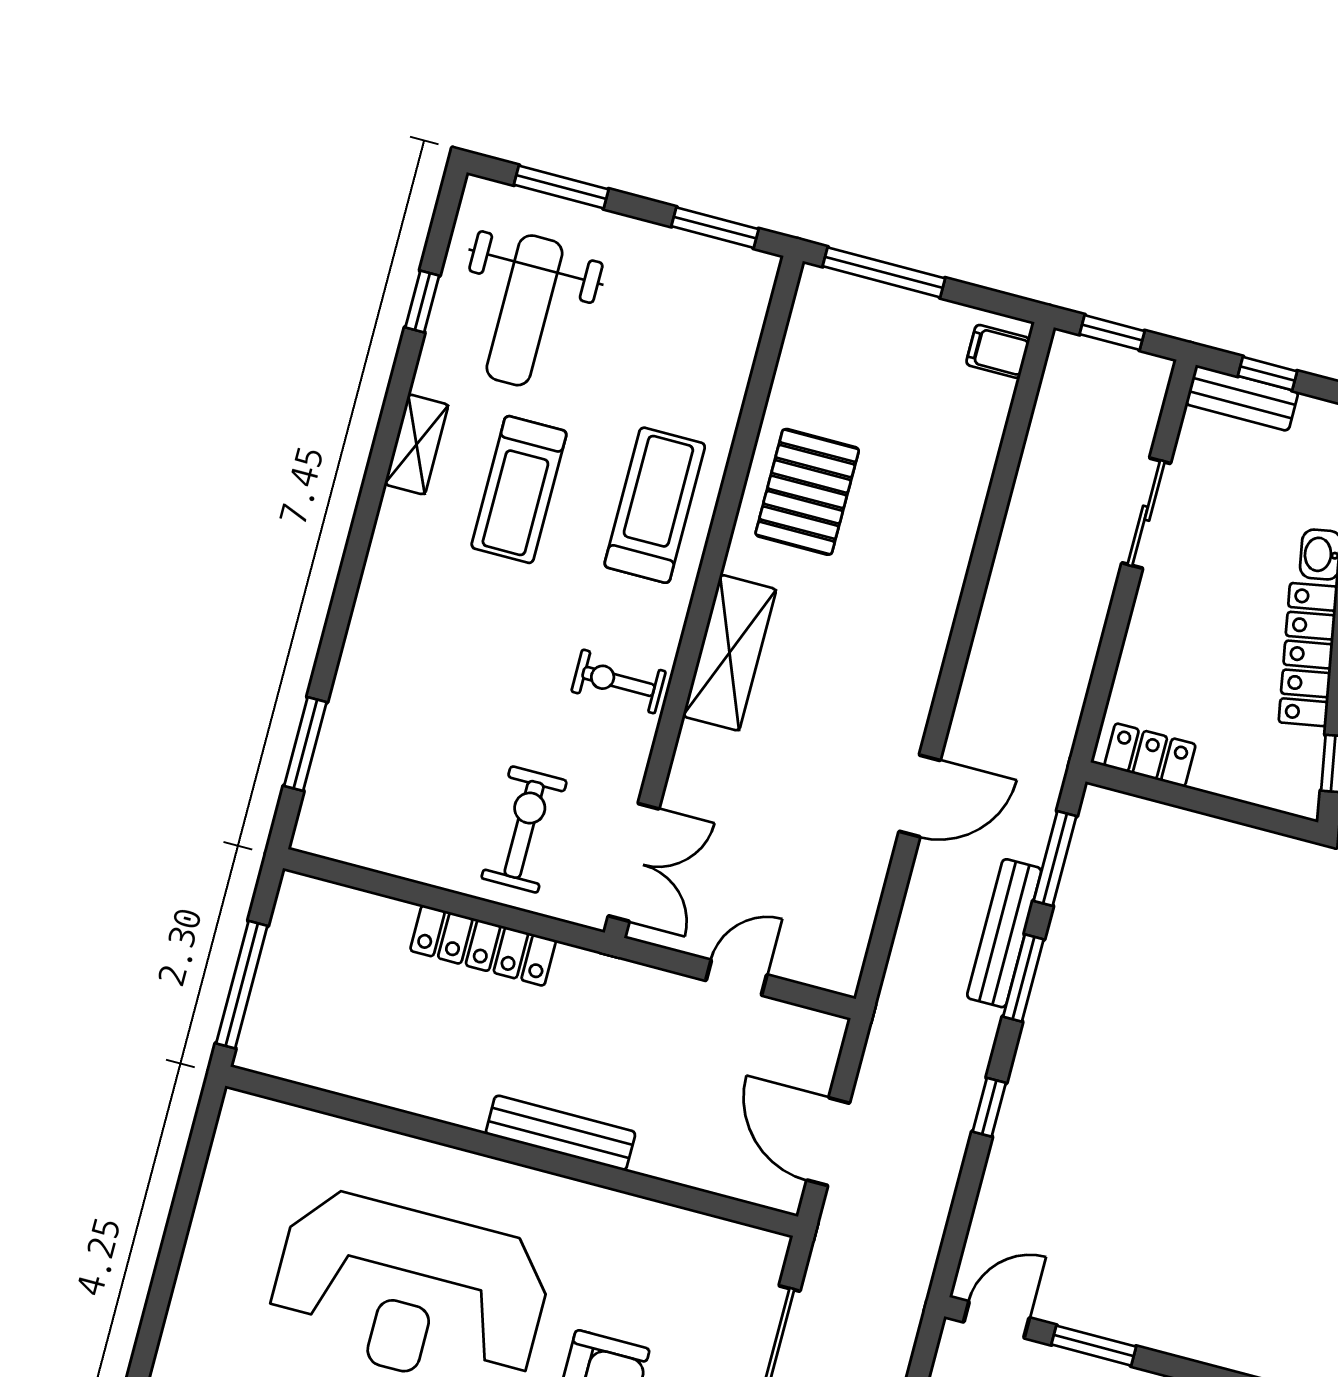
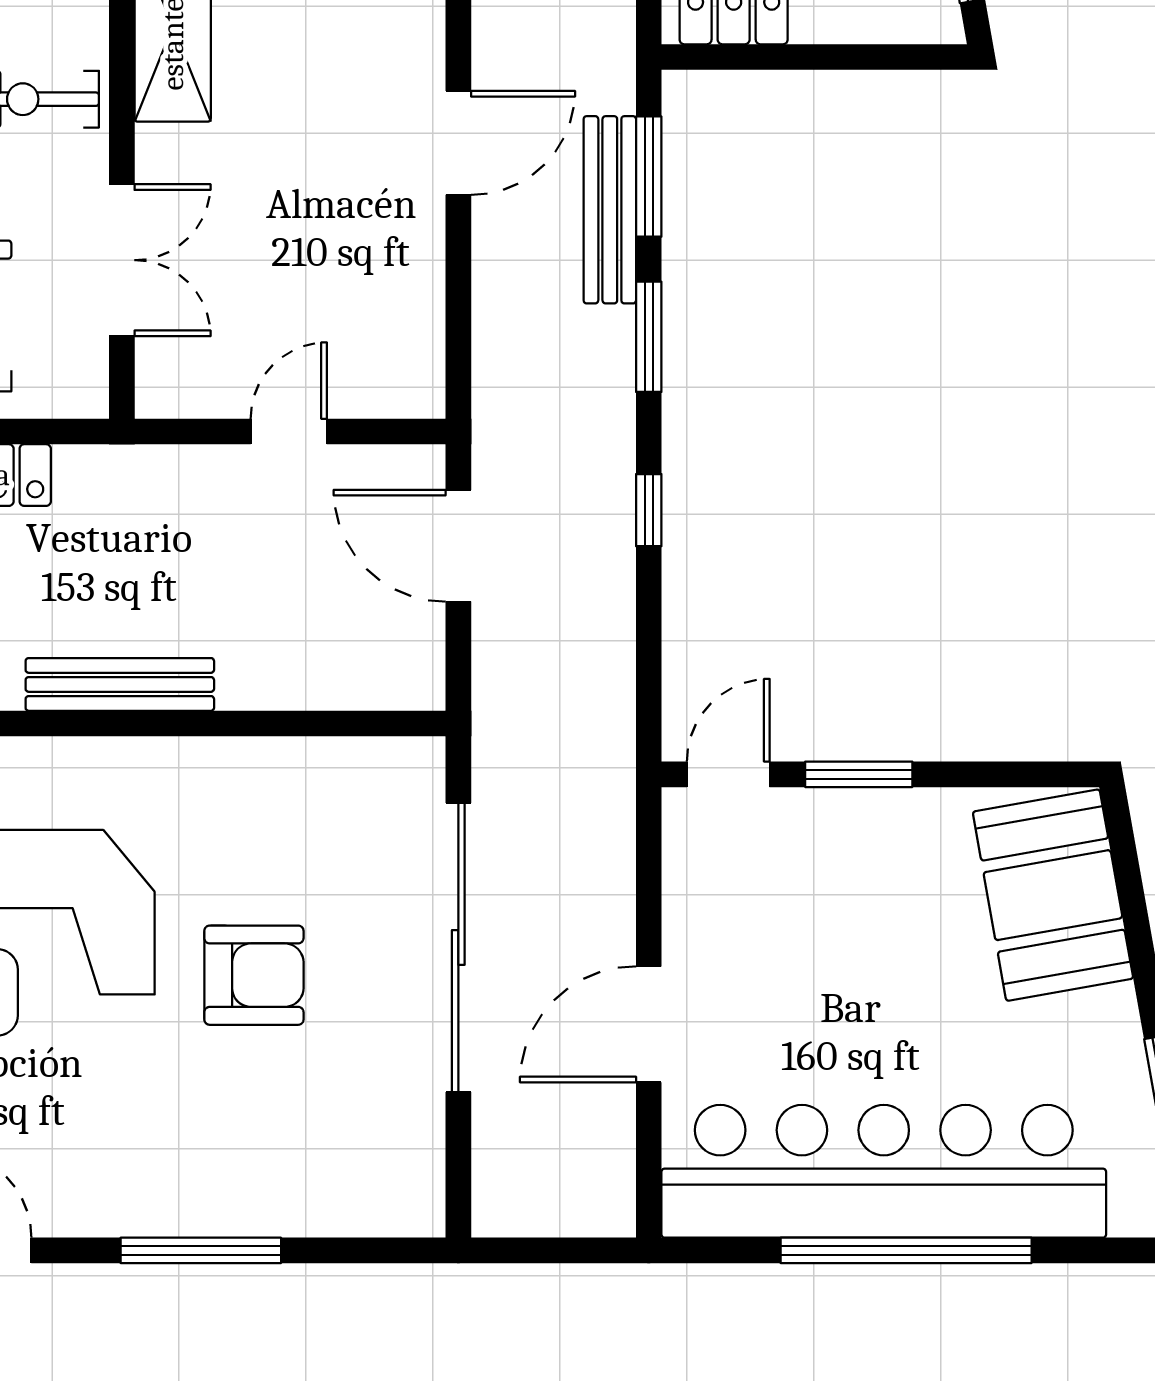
double door: (634, 862) -> (122, 260), moved
bench: (1004, 933) -> (610, 210), moved
door: (828, 1142) -> (458, 546), moved

